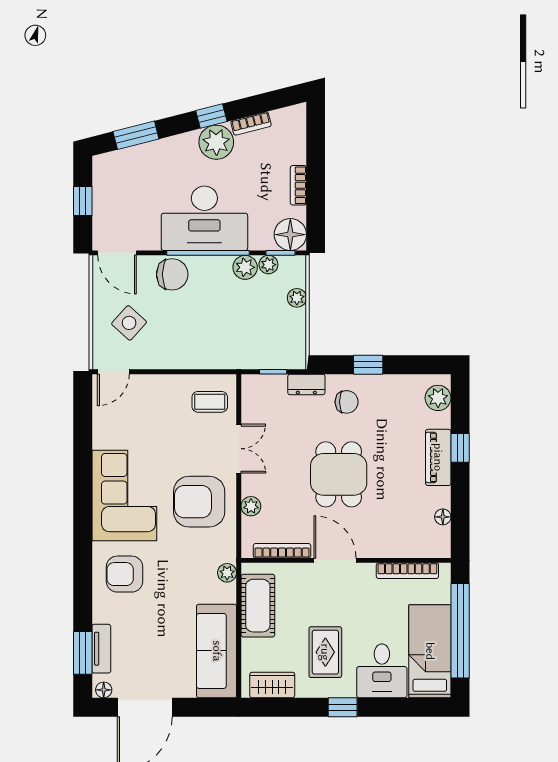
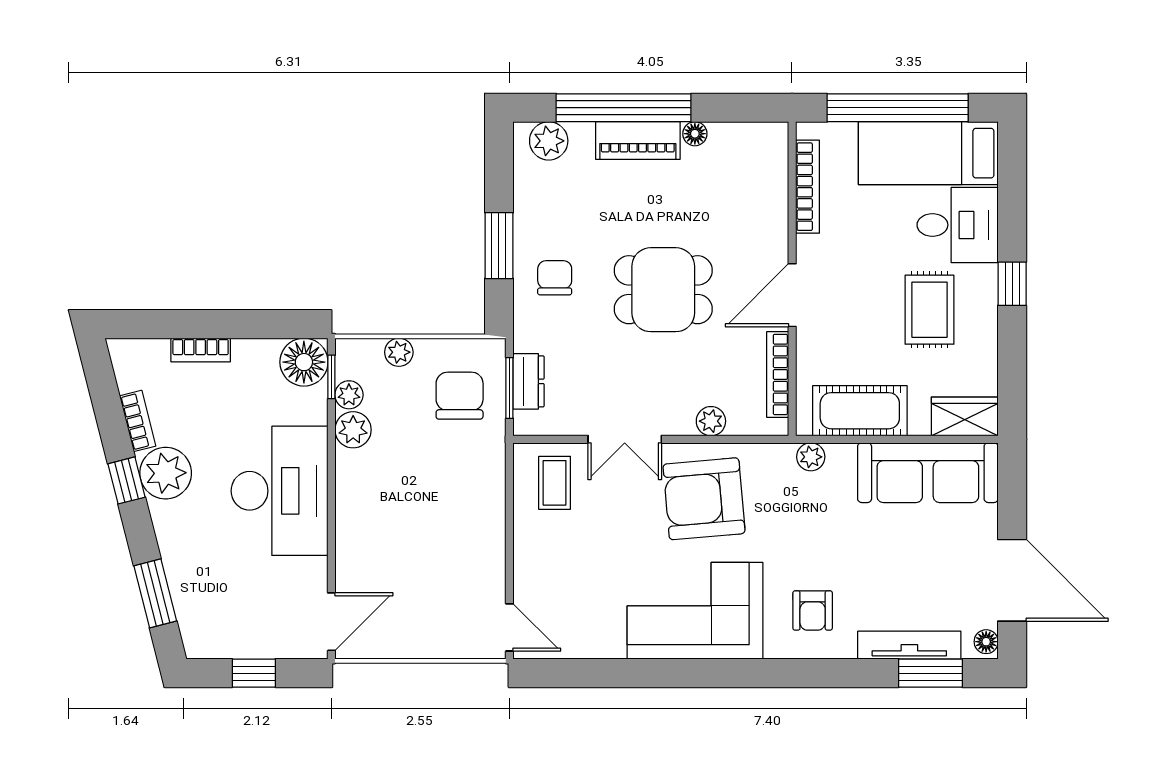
bookcase: (298, 185) -> (201, 350), moved
window: (208, 253) -> (331, 485), removed
chair: (172, 274) -> (460, 396), moved
side table: (129, 323) -> (436, 604), removed
window: (368, 365) -> (499, 246), width x1.50
window: (273, 372) -> (509, 388), width x1.50
dresser: (306, 384) -> (528, 381), moved
window: (460, 448) -> (624, 108), width x3.17
double door: (239, 449) -> (625, 439), swing flipped
armchair: (199, 502) -> (704, 499), turned 85
floor lamp: (443, 517) -> (695, 134), moved
armchair: (125, 574) -> (813, 610), width x0.72, depth x0.72
tv unit: (101, 649) -> (909, 645), width x1.41
rug: (325, 652) -> (930, 310), turned 90
wardrobe: (272, 685) -> (965, 416), moved, turned 90

